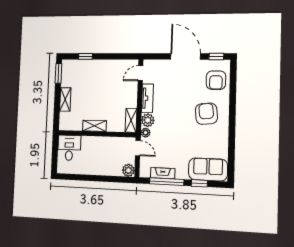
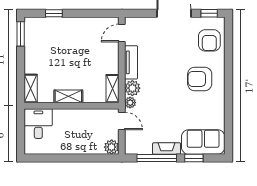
shelving: (65, 99) -> (31, 88), moved
armchair: (206, 114) -> (200, 79), turned -84
fireplace: (163, 173) -> (167, 148), moved

